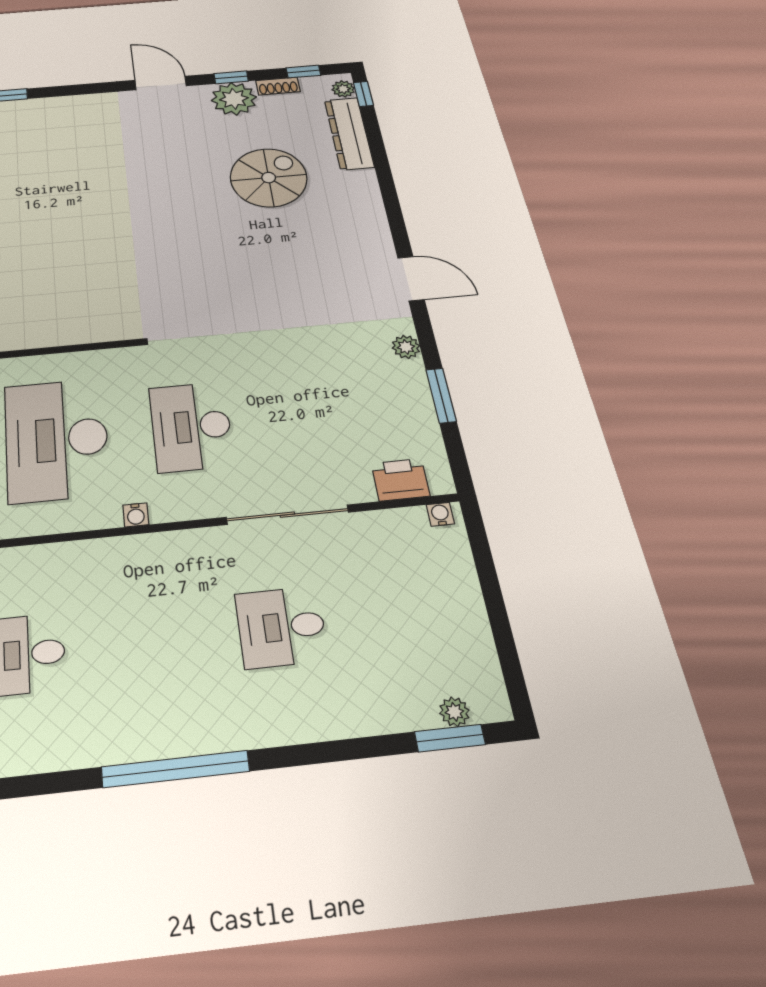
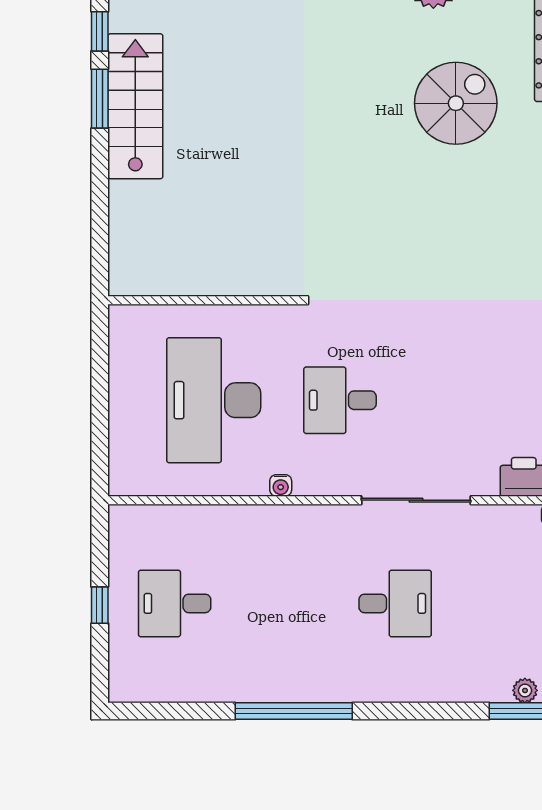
desk: (191, 426) -> (340, 400), width x0.73
desk: (281, 627) -> (395, 603), turned 180

